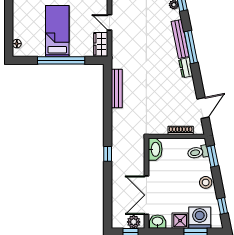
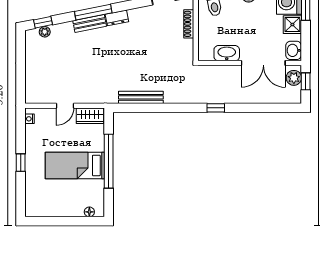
bench: (180, 39) -> (90, 23), width x0.73
washbasin: (155, 149) -> (227, 53), moved

